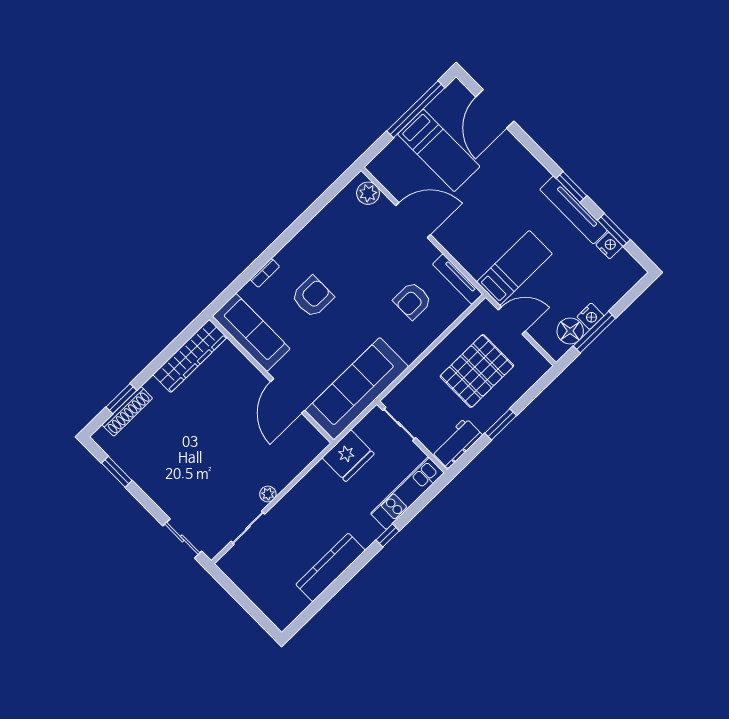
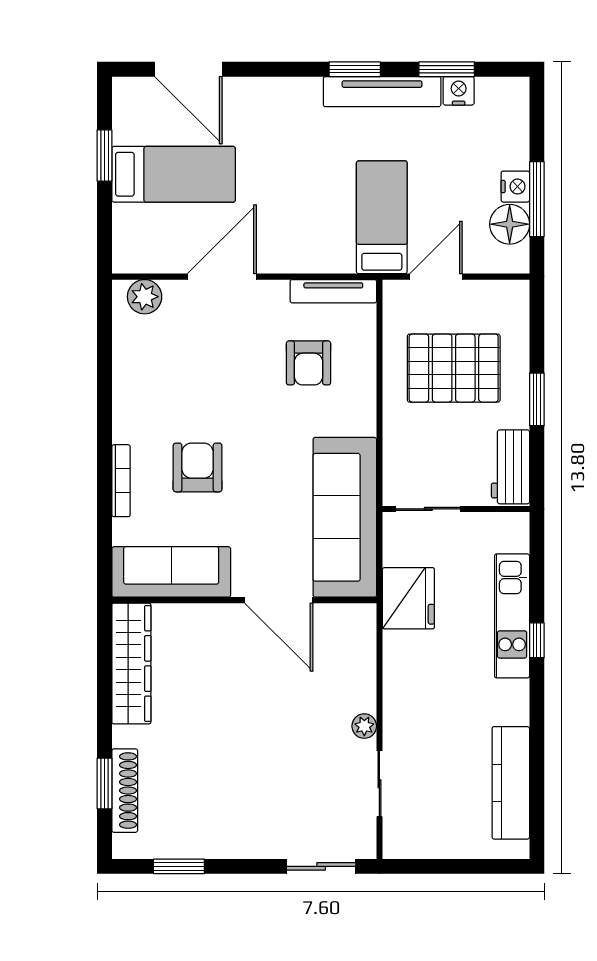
window: (416, 109) -> (104, 155), width x0.47
bookcase: (265, 273) -> (121, 481), width x1.56
pallet: (477, 371) -> (454, 368), turned 90
kitchen unit: (407, 493) -> (512, 616), moved
kitchen counter: (331, 567) -> (511, 783), moved

